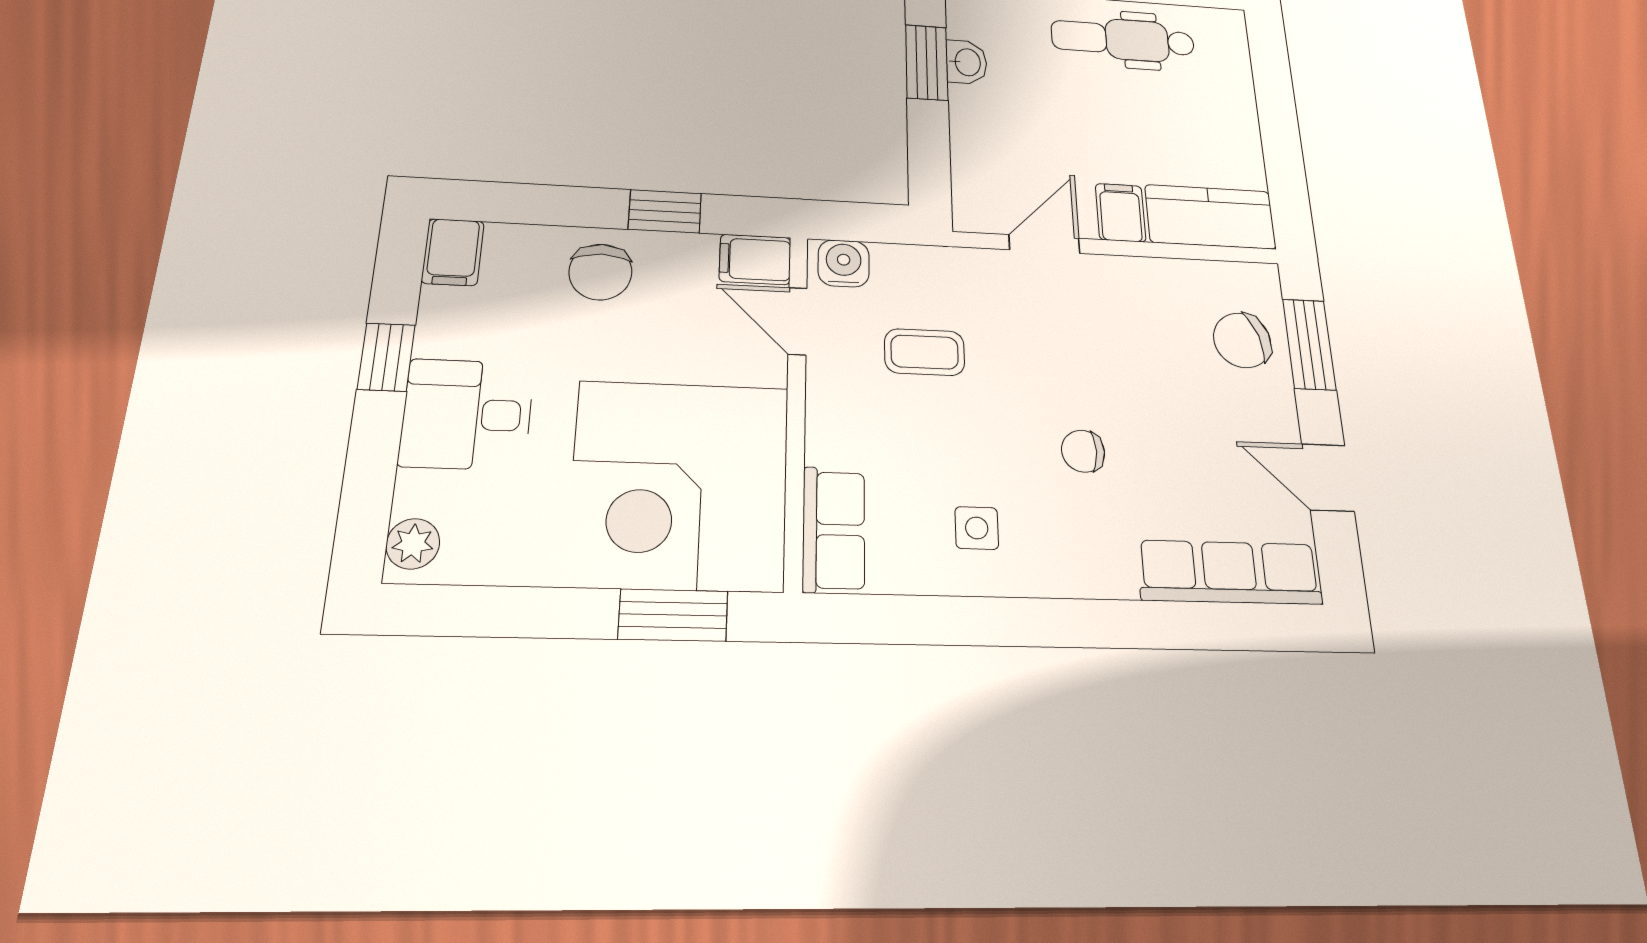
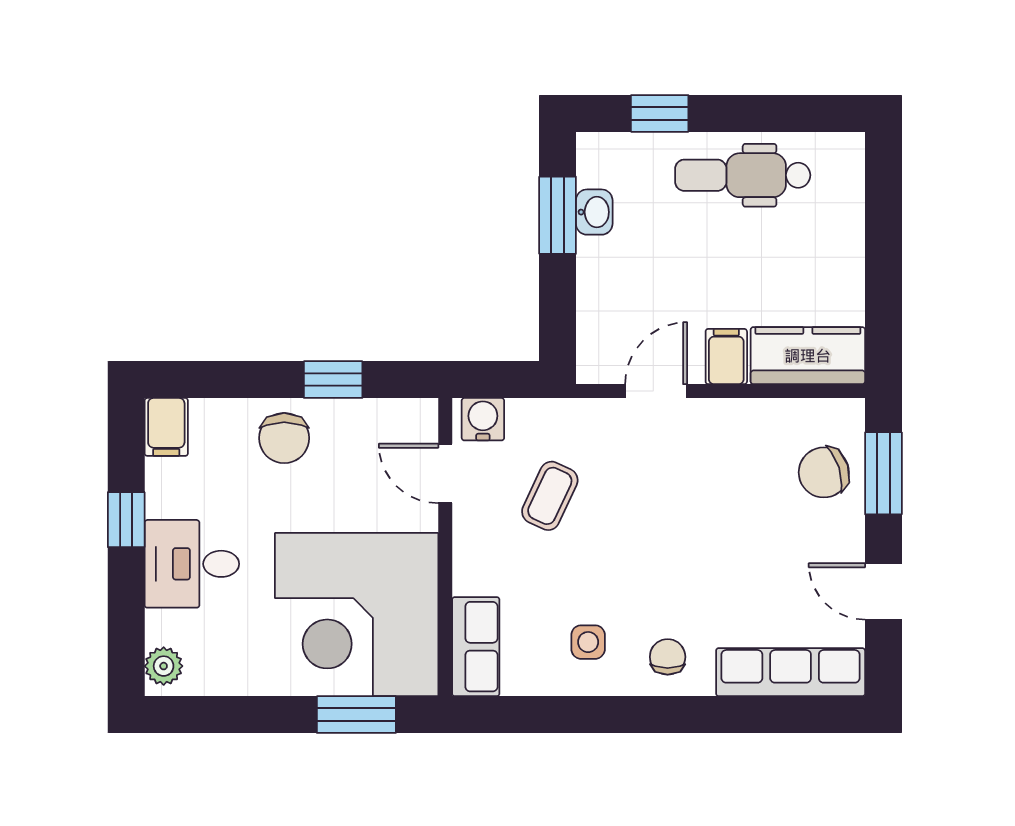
filing cabinet: (755, 259) -> (409, 420), removed
coffee table: (925, 352) -> (550, 496), turned -65
chair: (1083, 451) -> (668, 657), moved, turned 90

